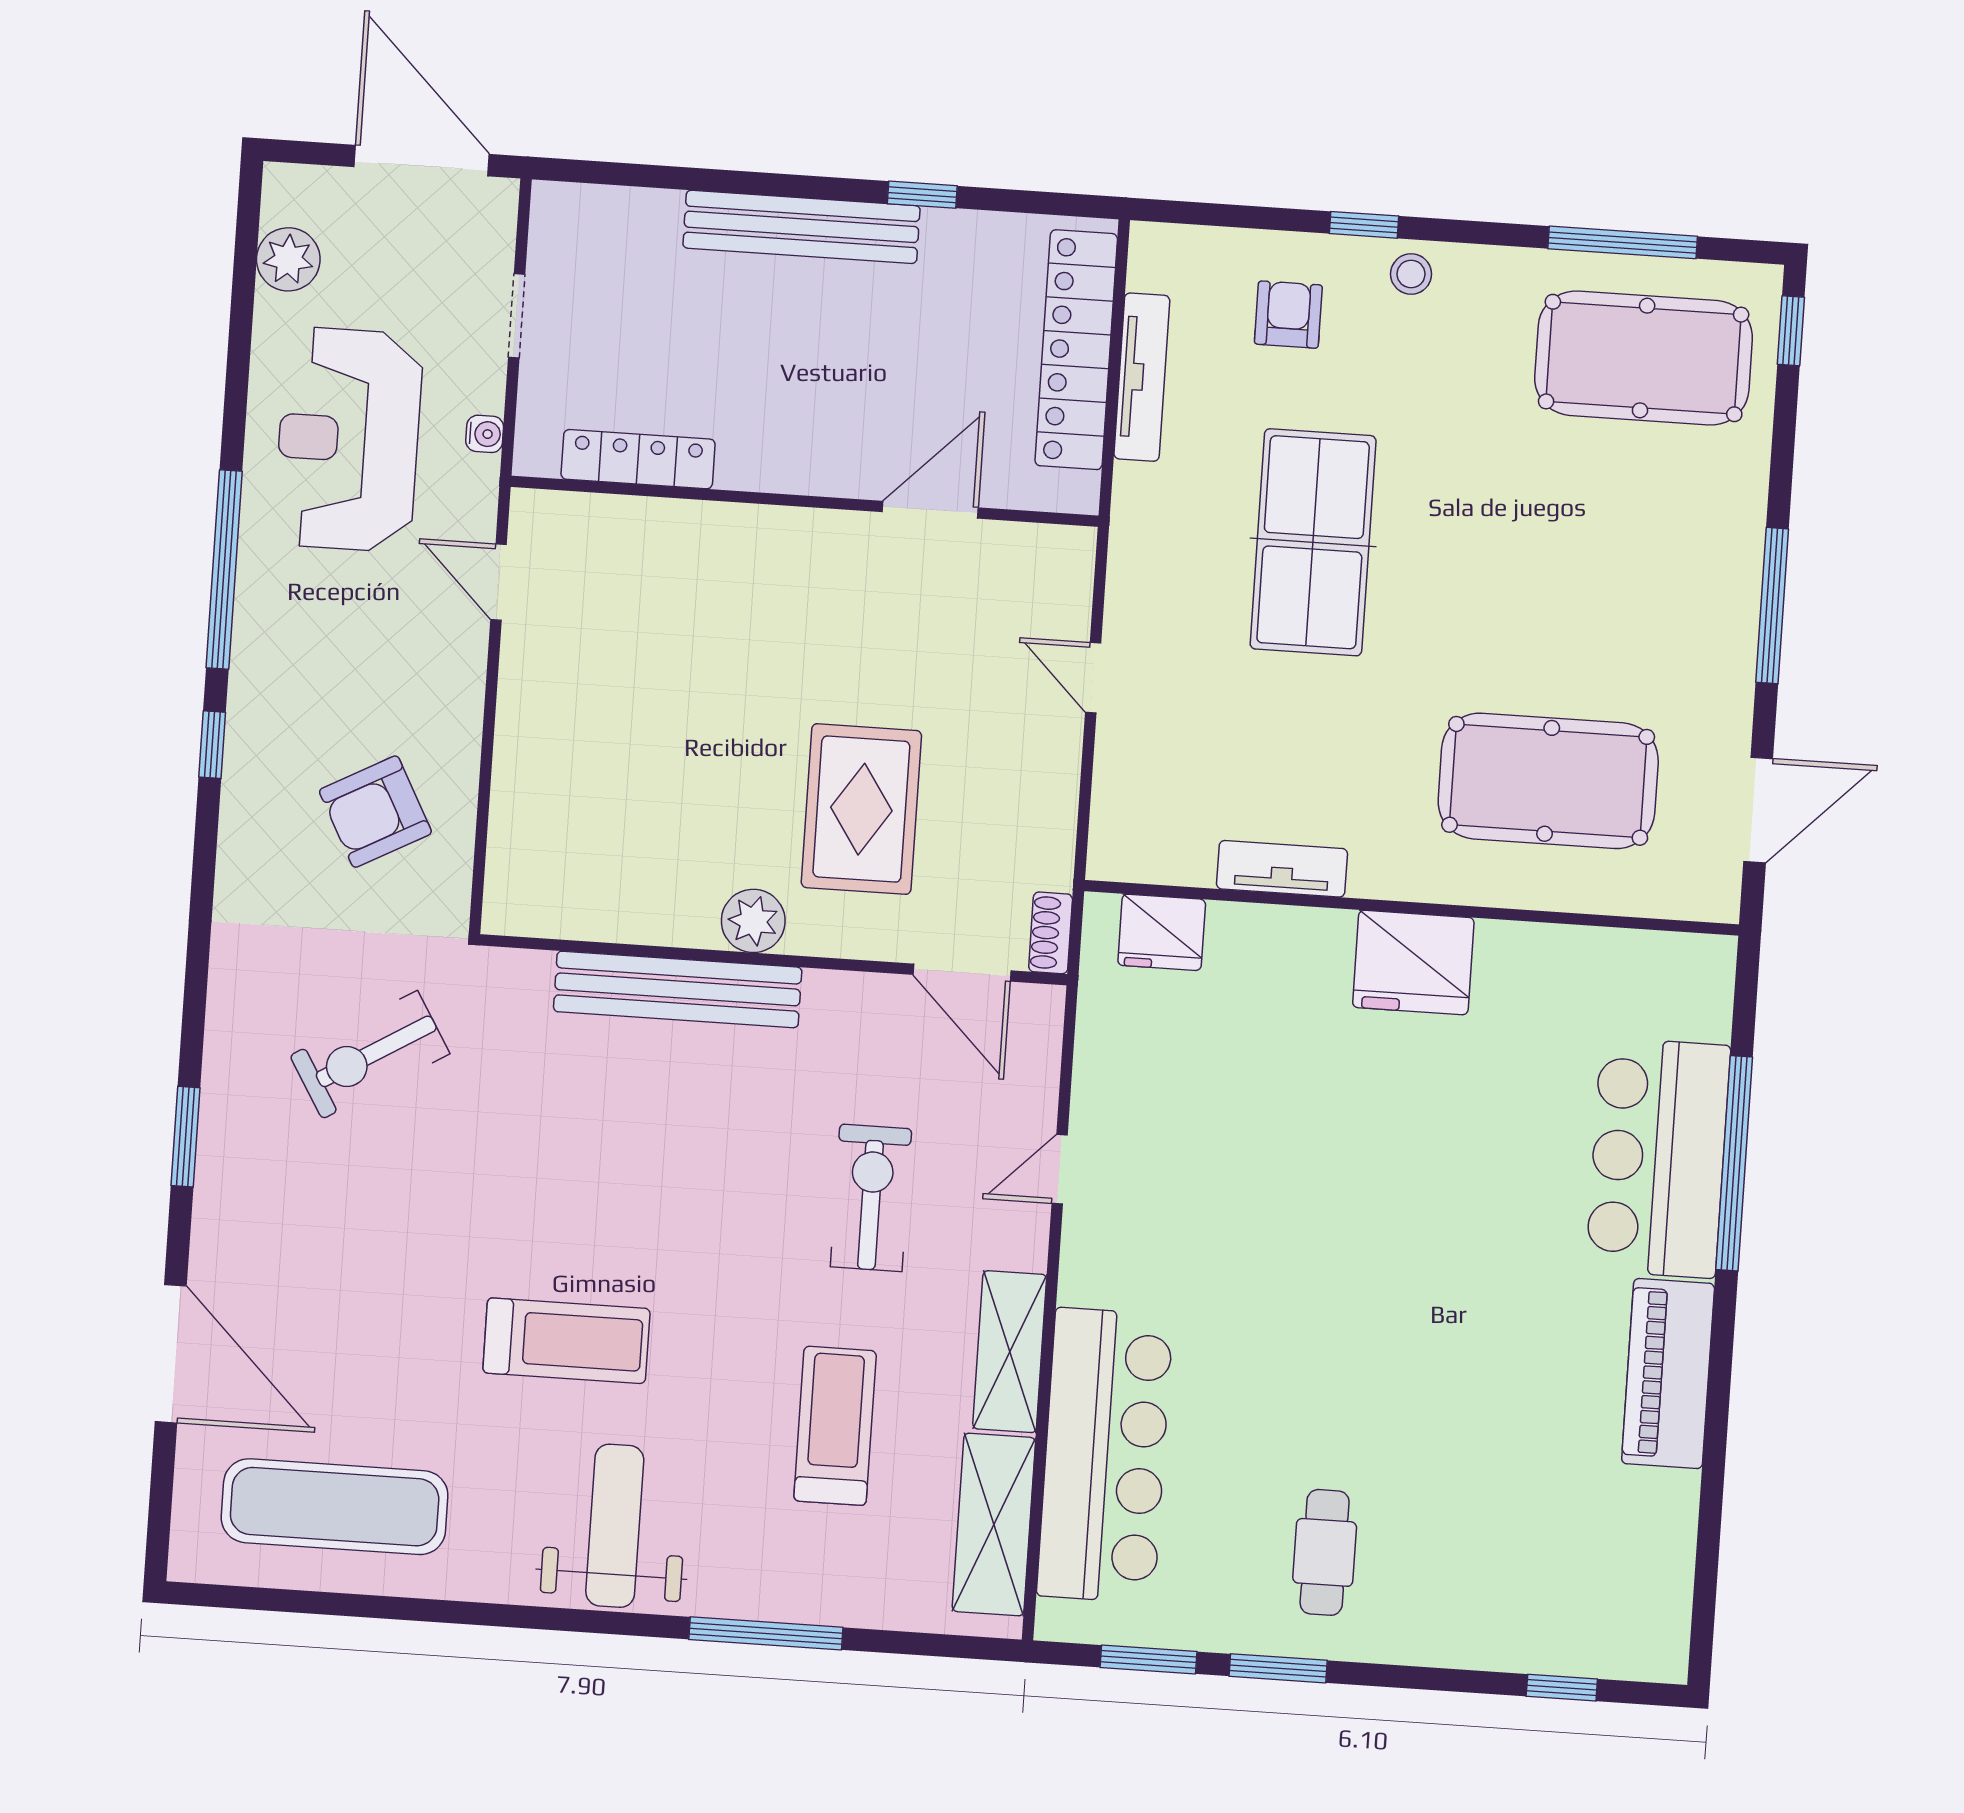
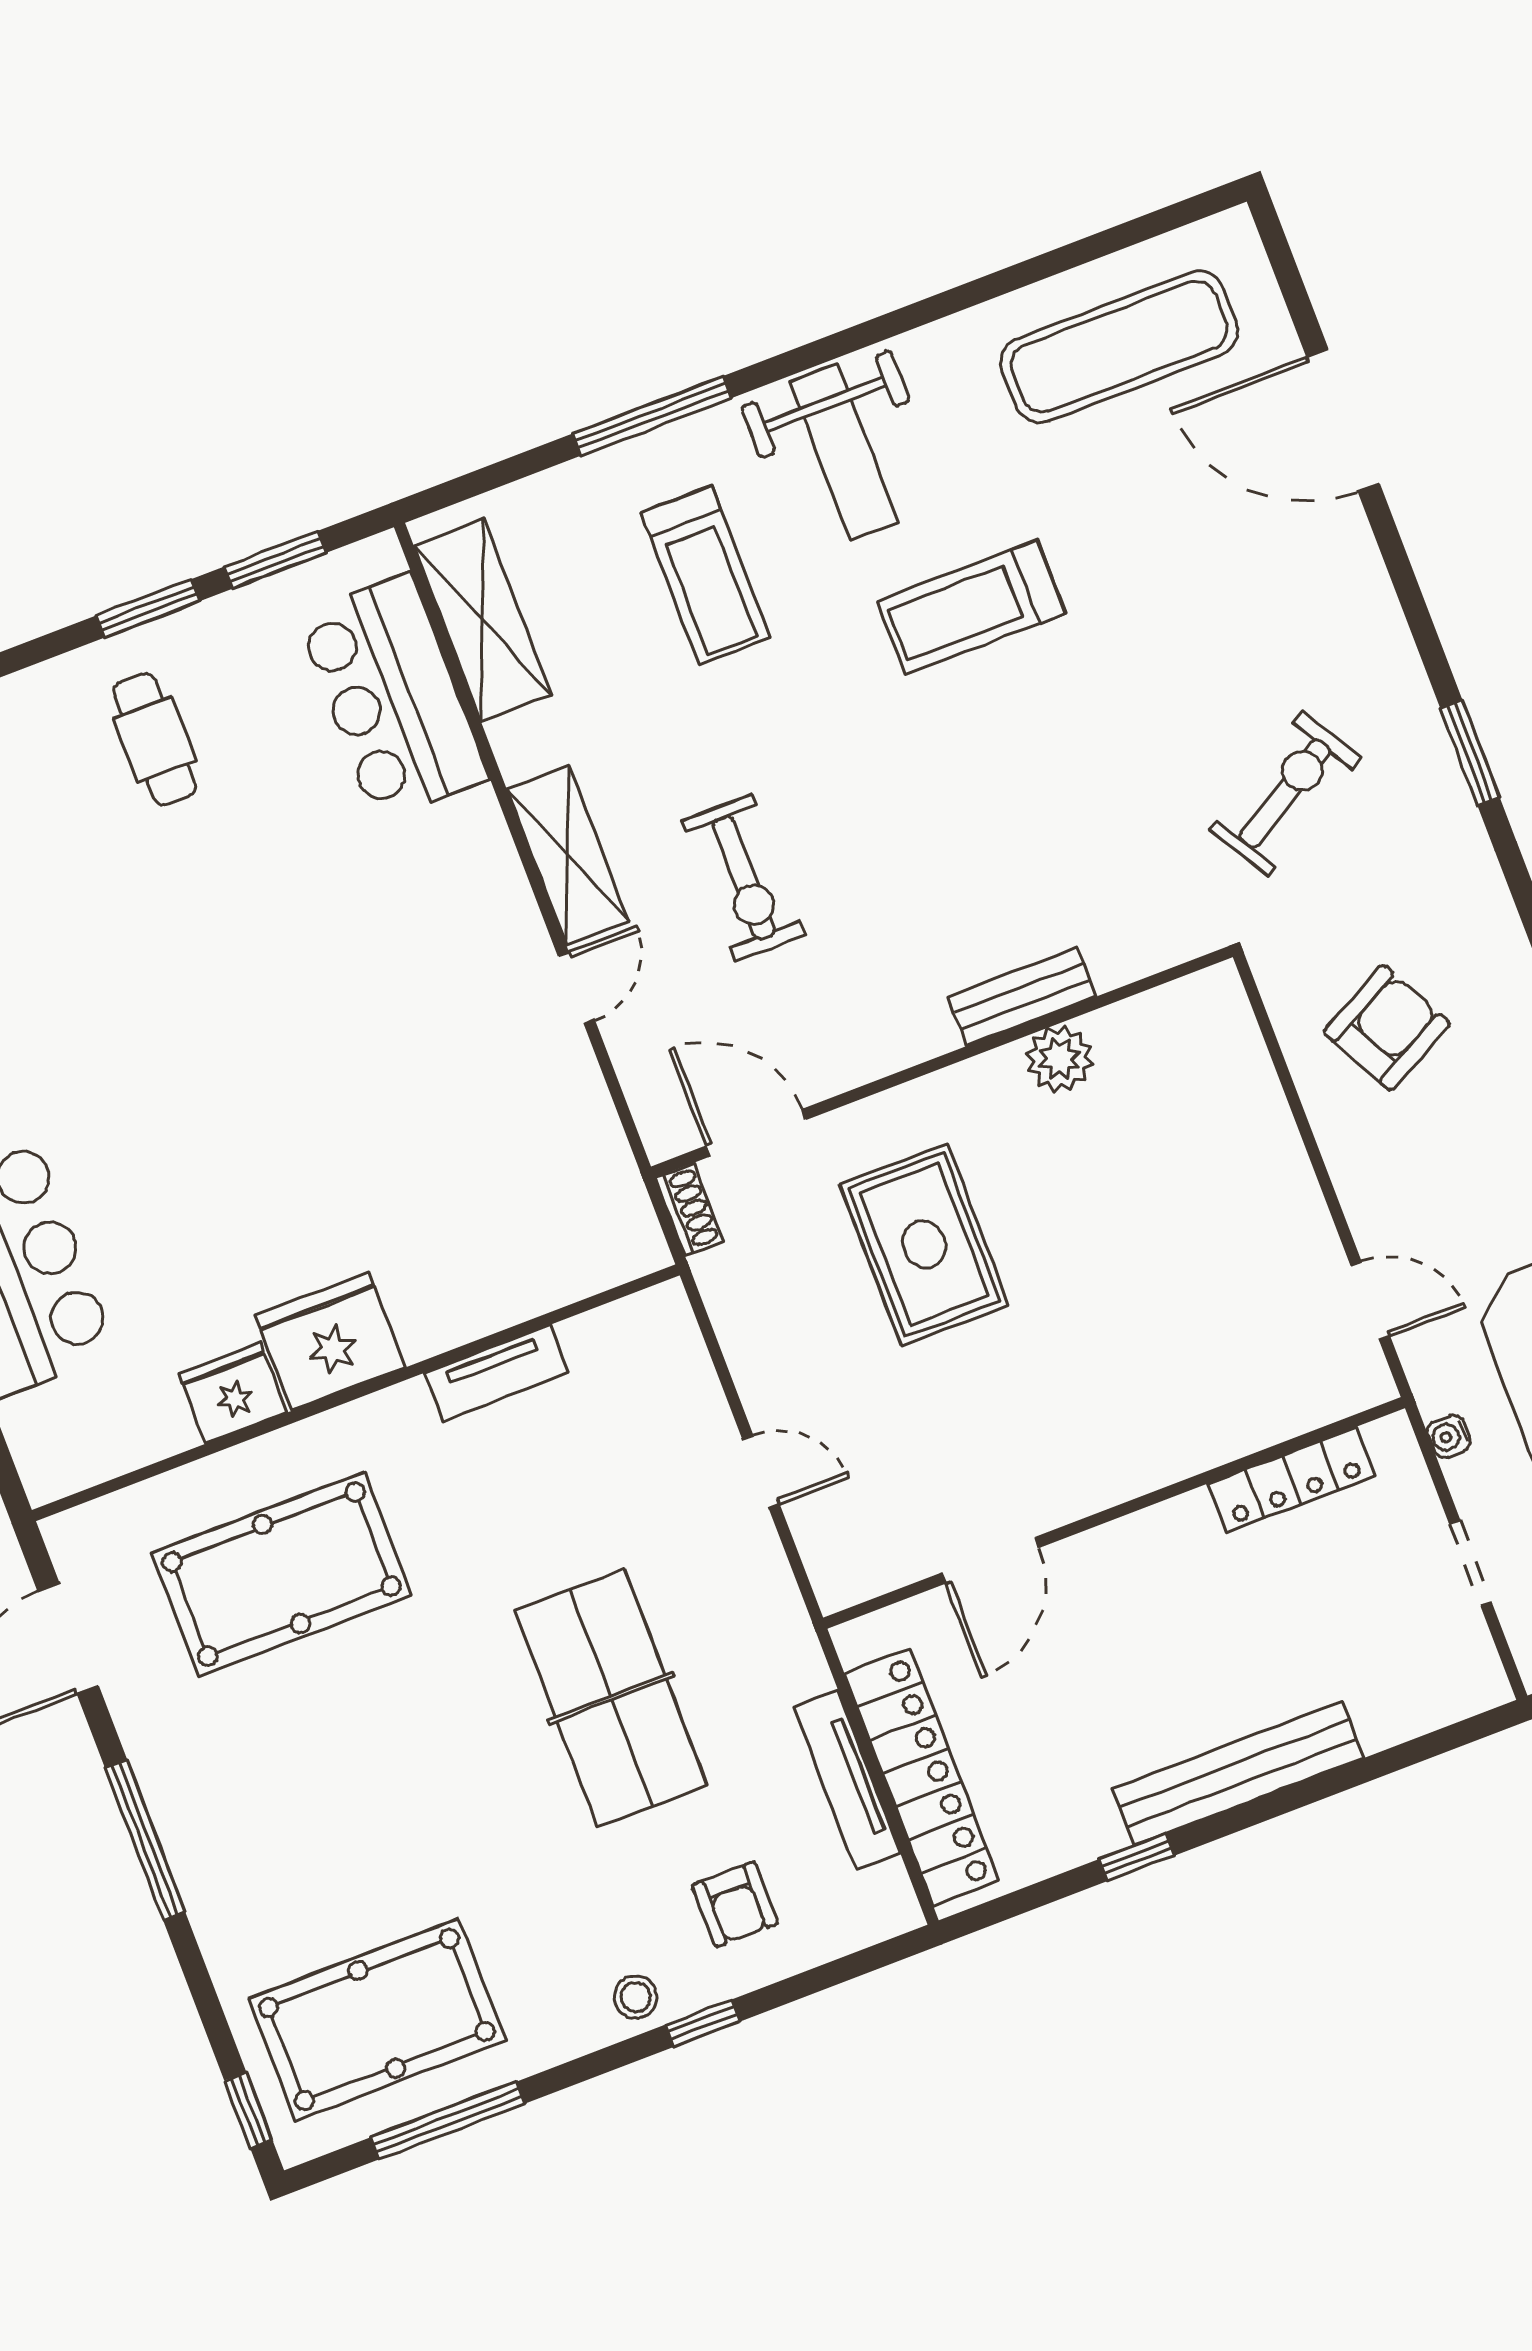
plant: (753, 921) -> (1059, 1059), moved
fridge: (1162, 932) -> (233, 1393), moved
bench: (678, 989) -> (1022, 997), width x0.54, depth x0.82
window: (185, 1137) -> (1470, 753), moved
shelving: (1010, 1352) -> (568, 855), moved
treadmill: (835, 1426) -> (706, 575), moved
bar counter: (1105, 1455) -> (393, 697), width x0.73

